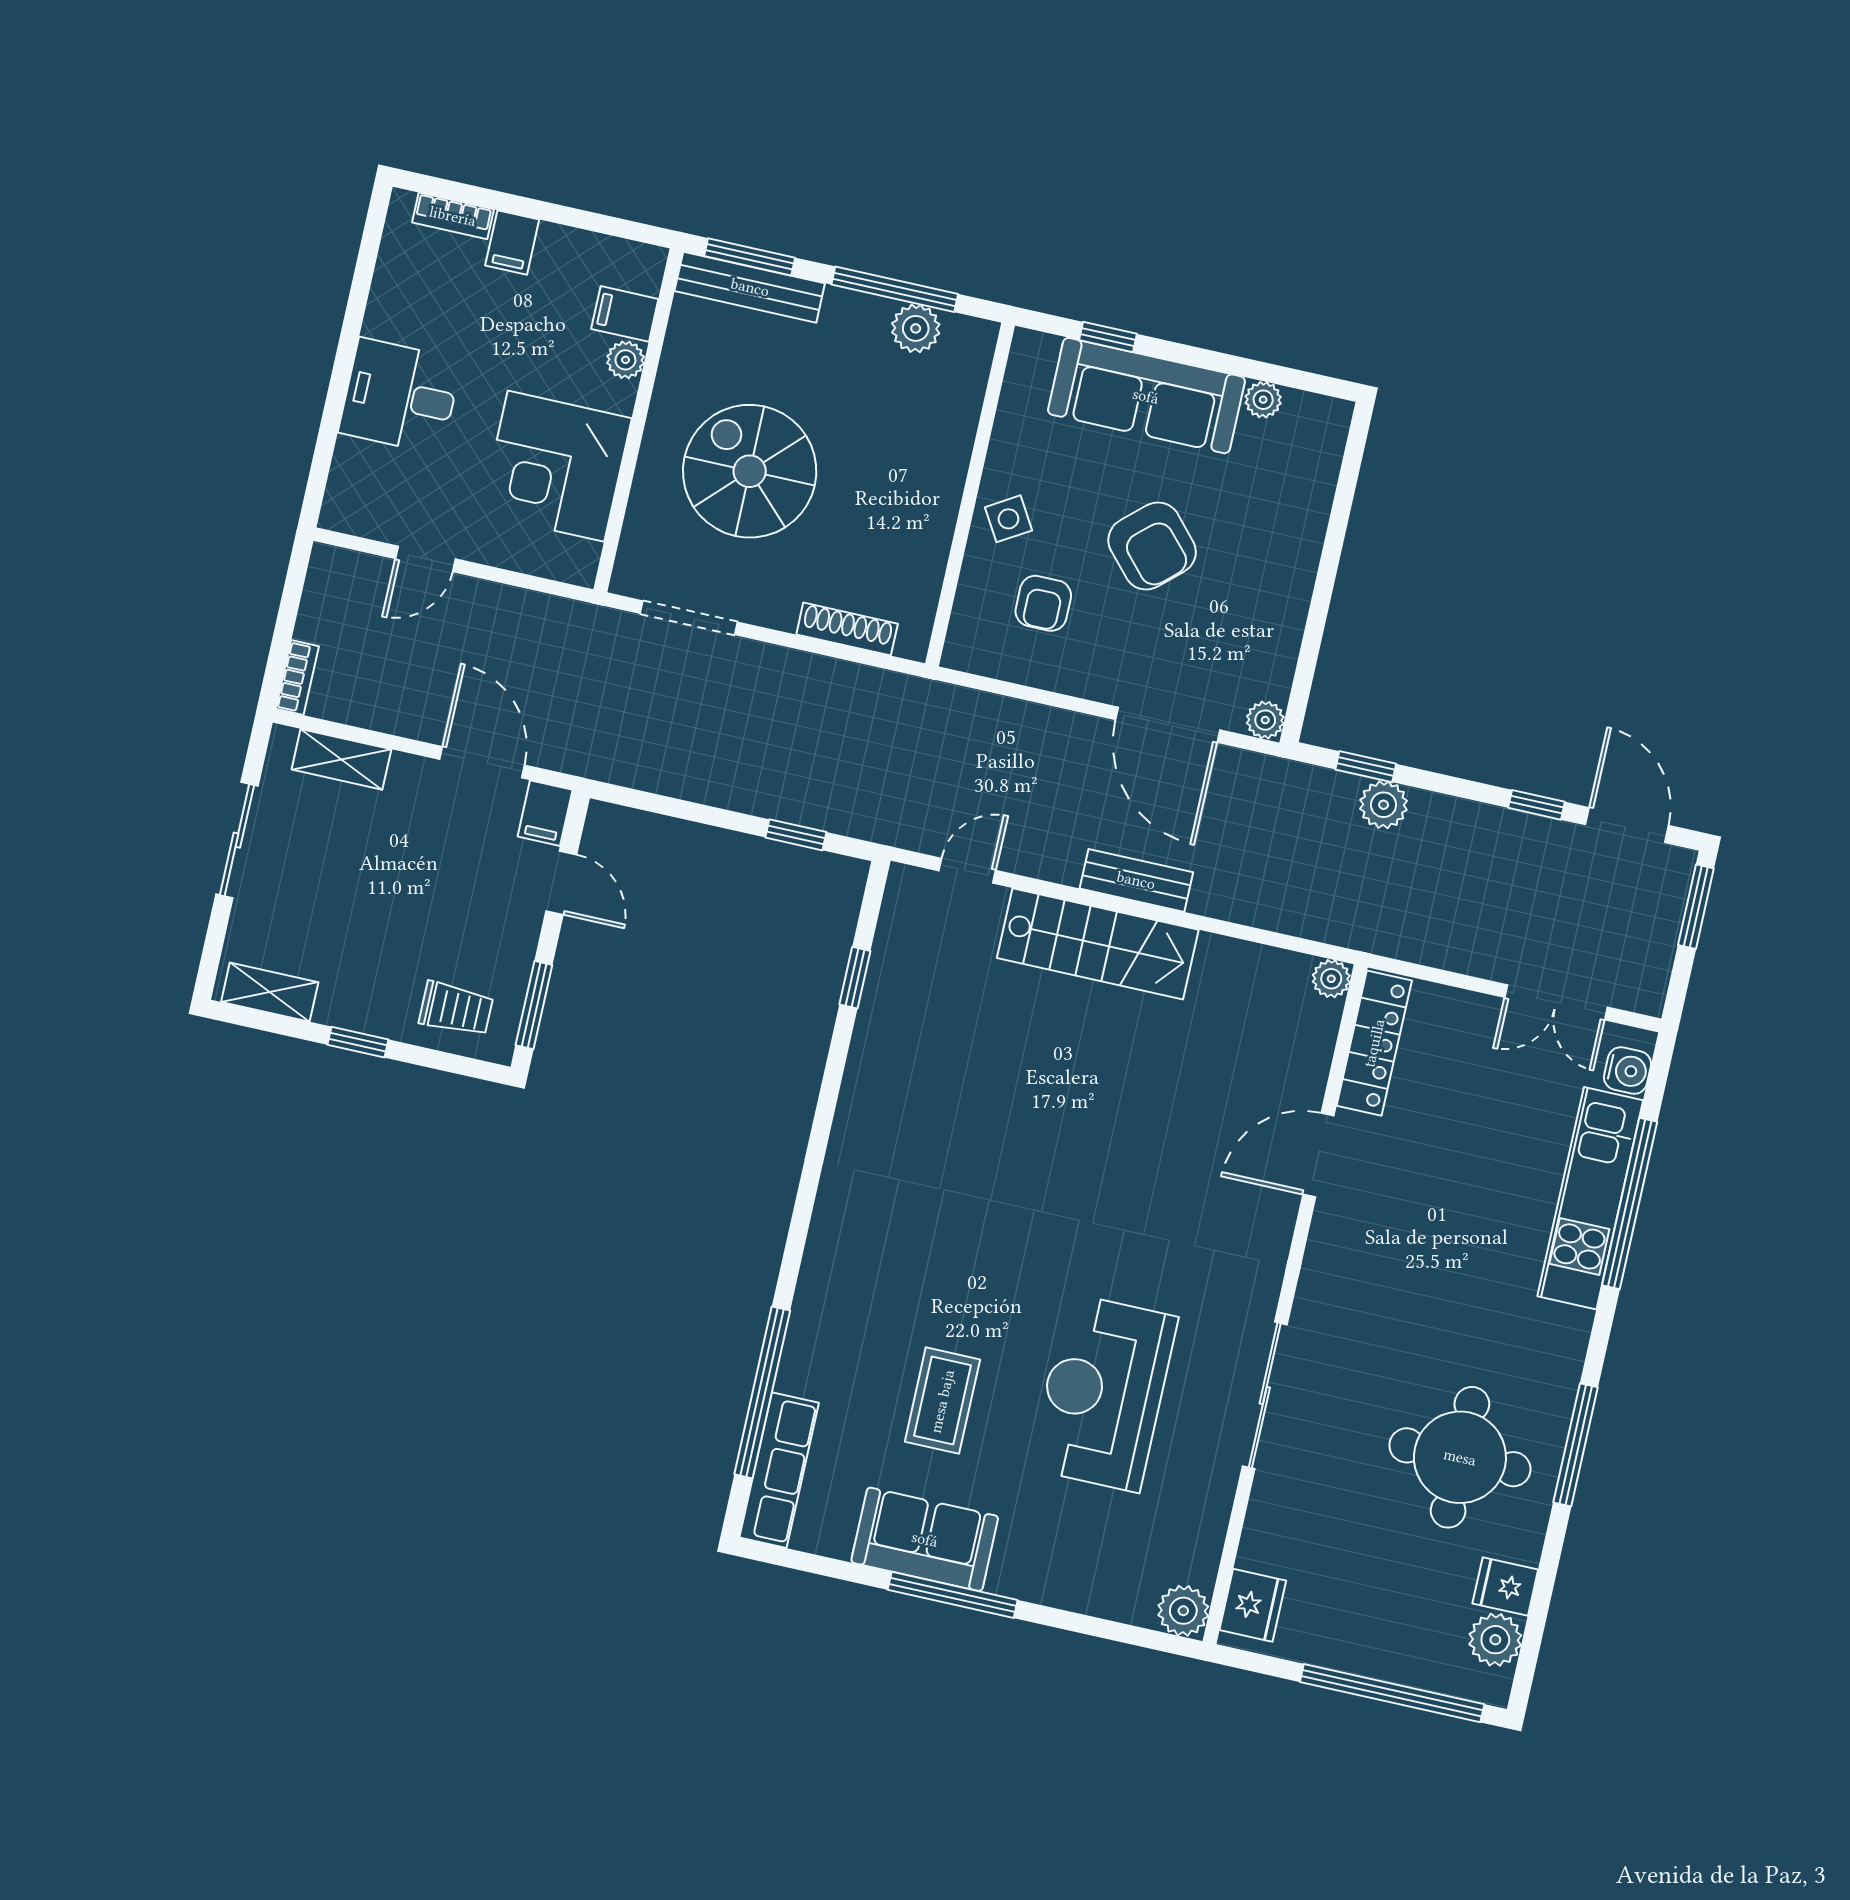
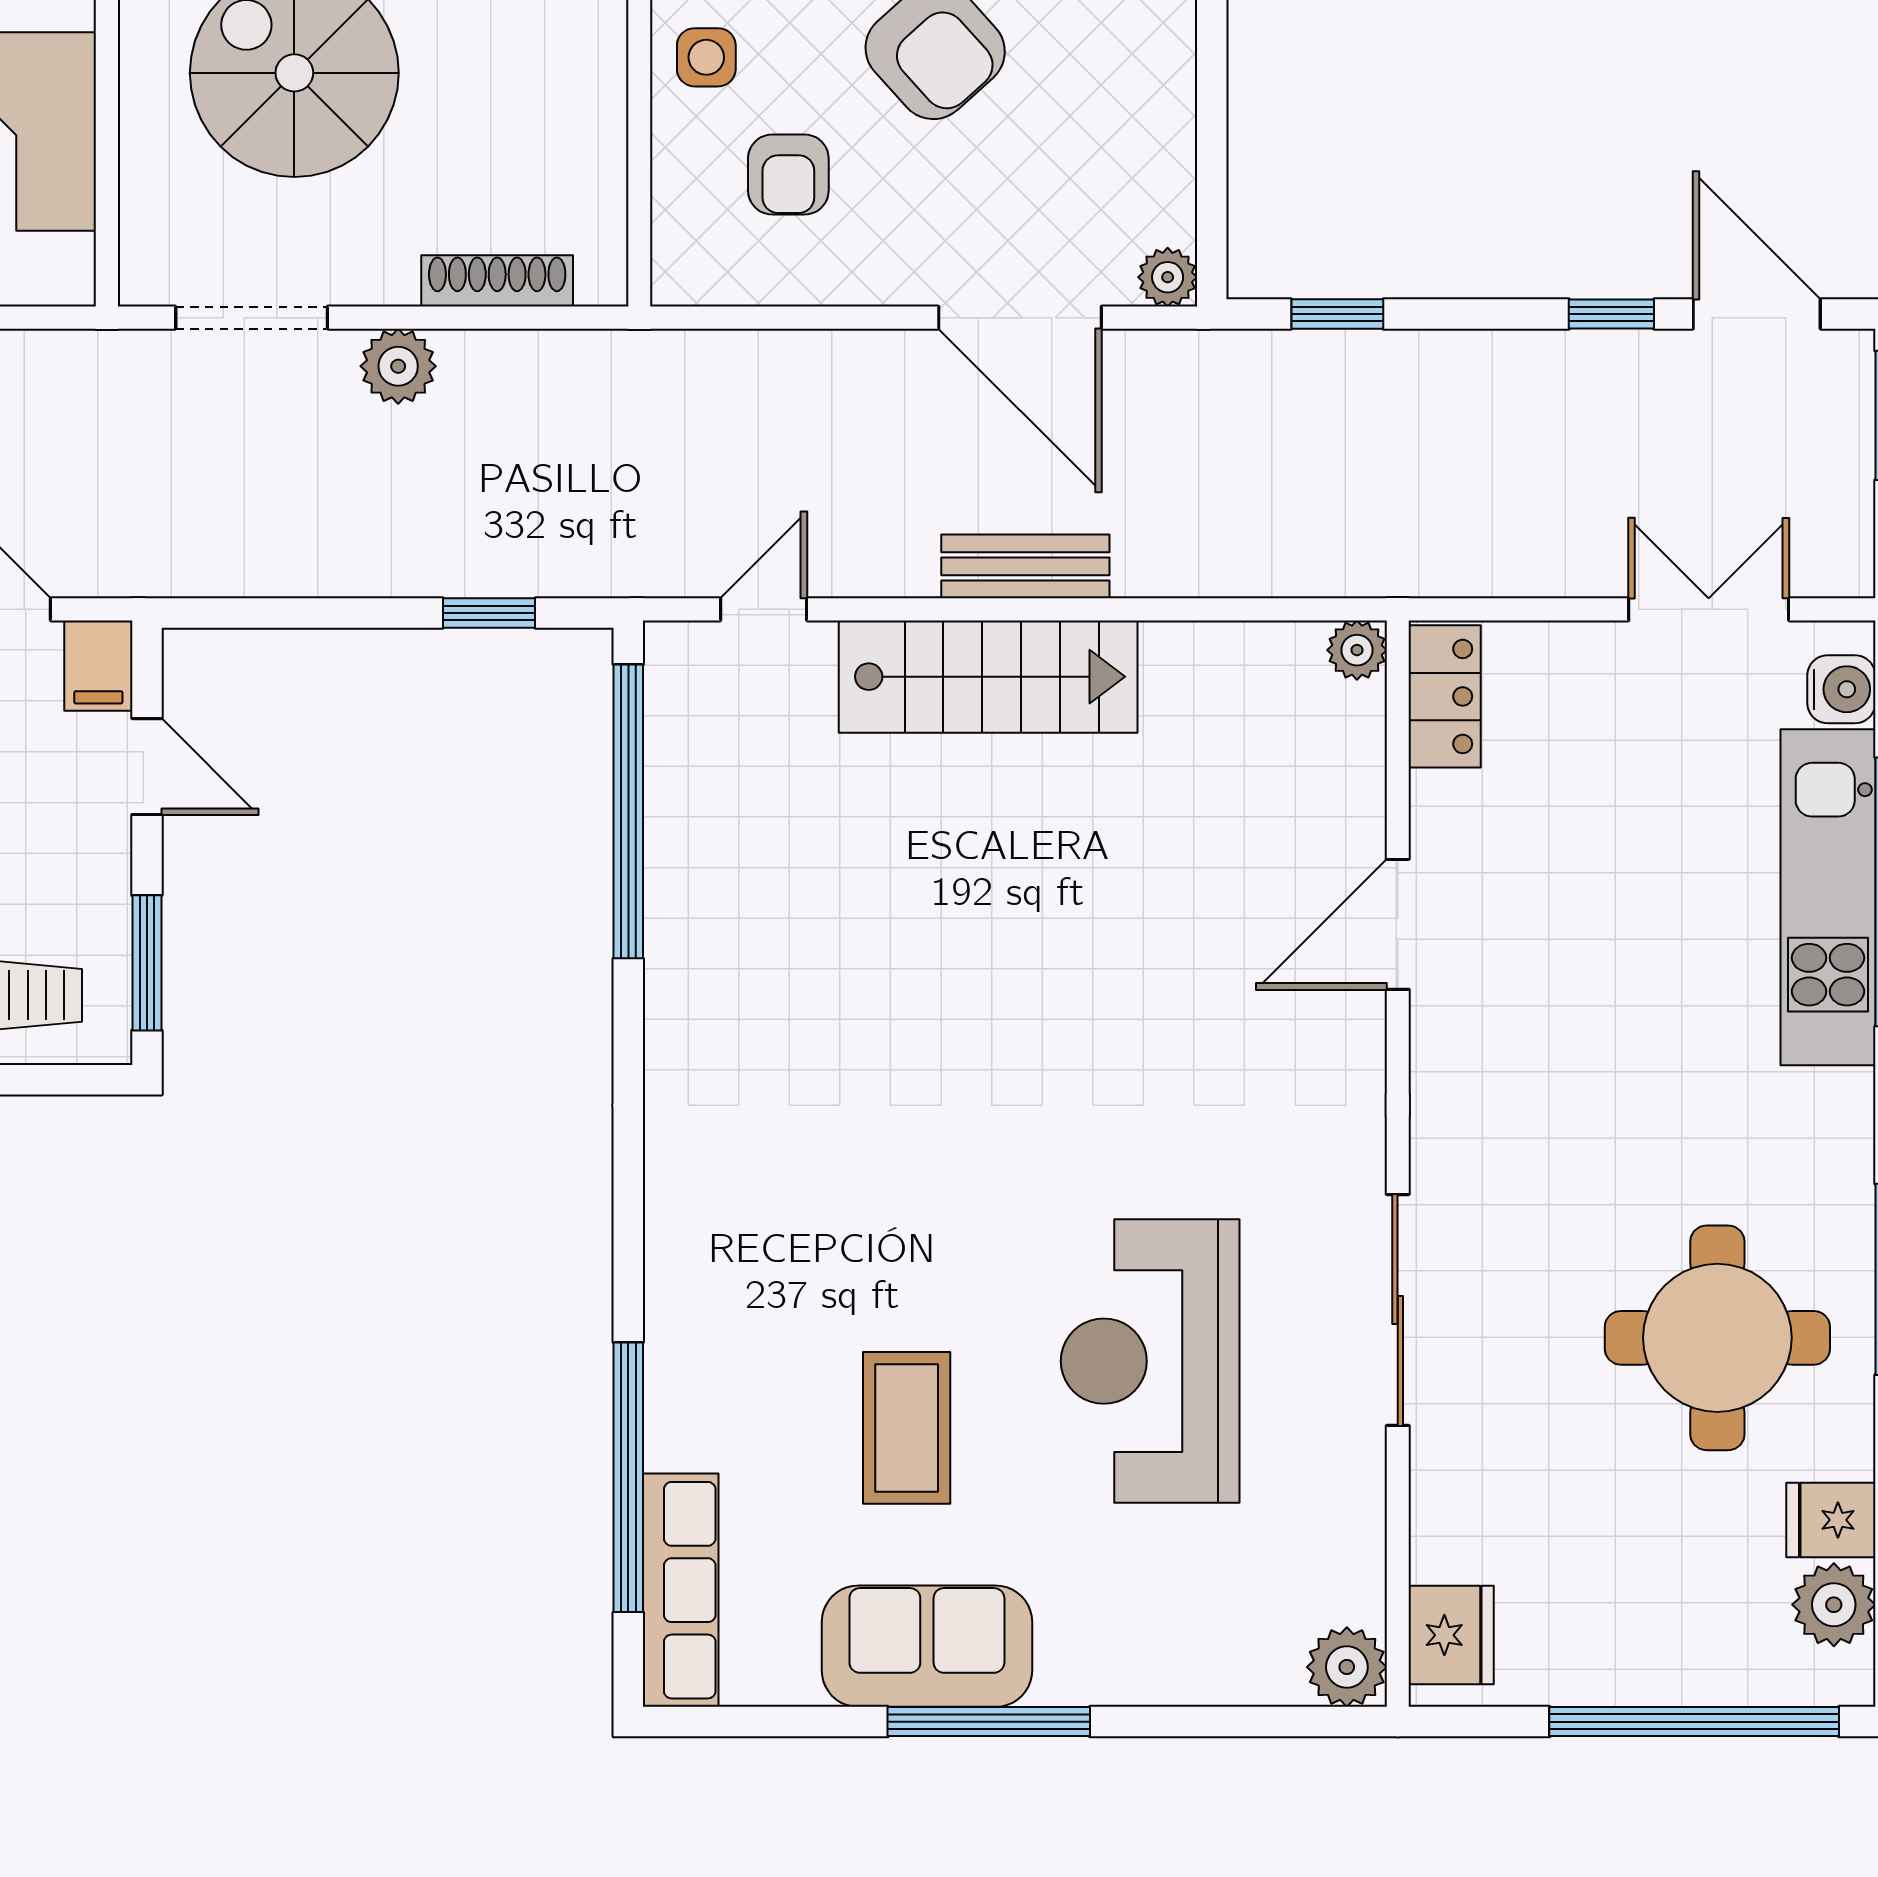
side table: (1008, 519) -> (706, 57), turned 31
plant: (1384, 805) -> (398, 366), moved
window: (855, 978) -> (628, 811), width x3.17
double door: (1556, 1002) -> (1709, 609), swing flipped
locker: (1374, 1043) -> (1445, 696), width x0.66

